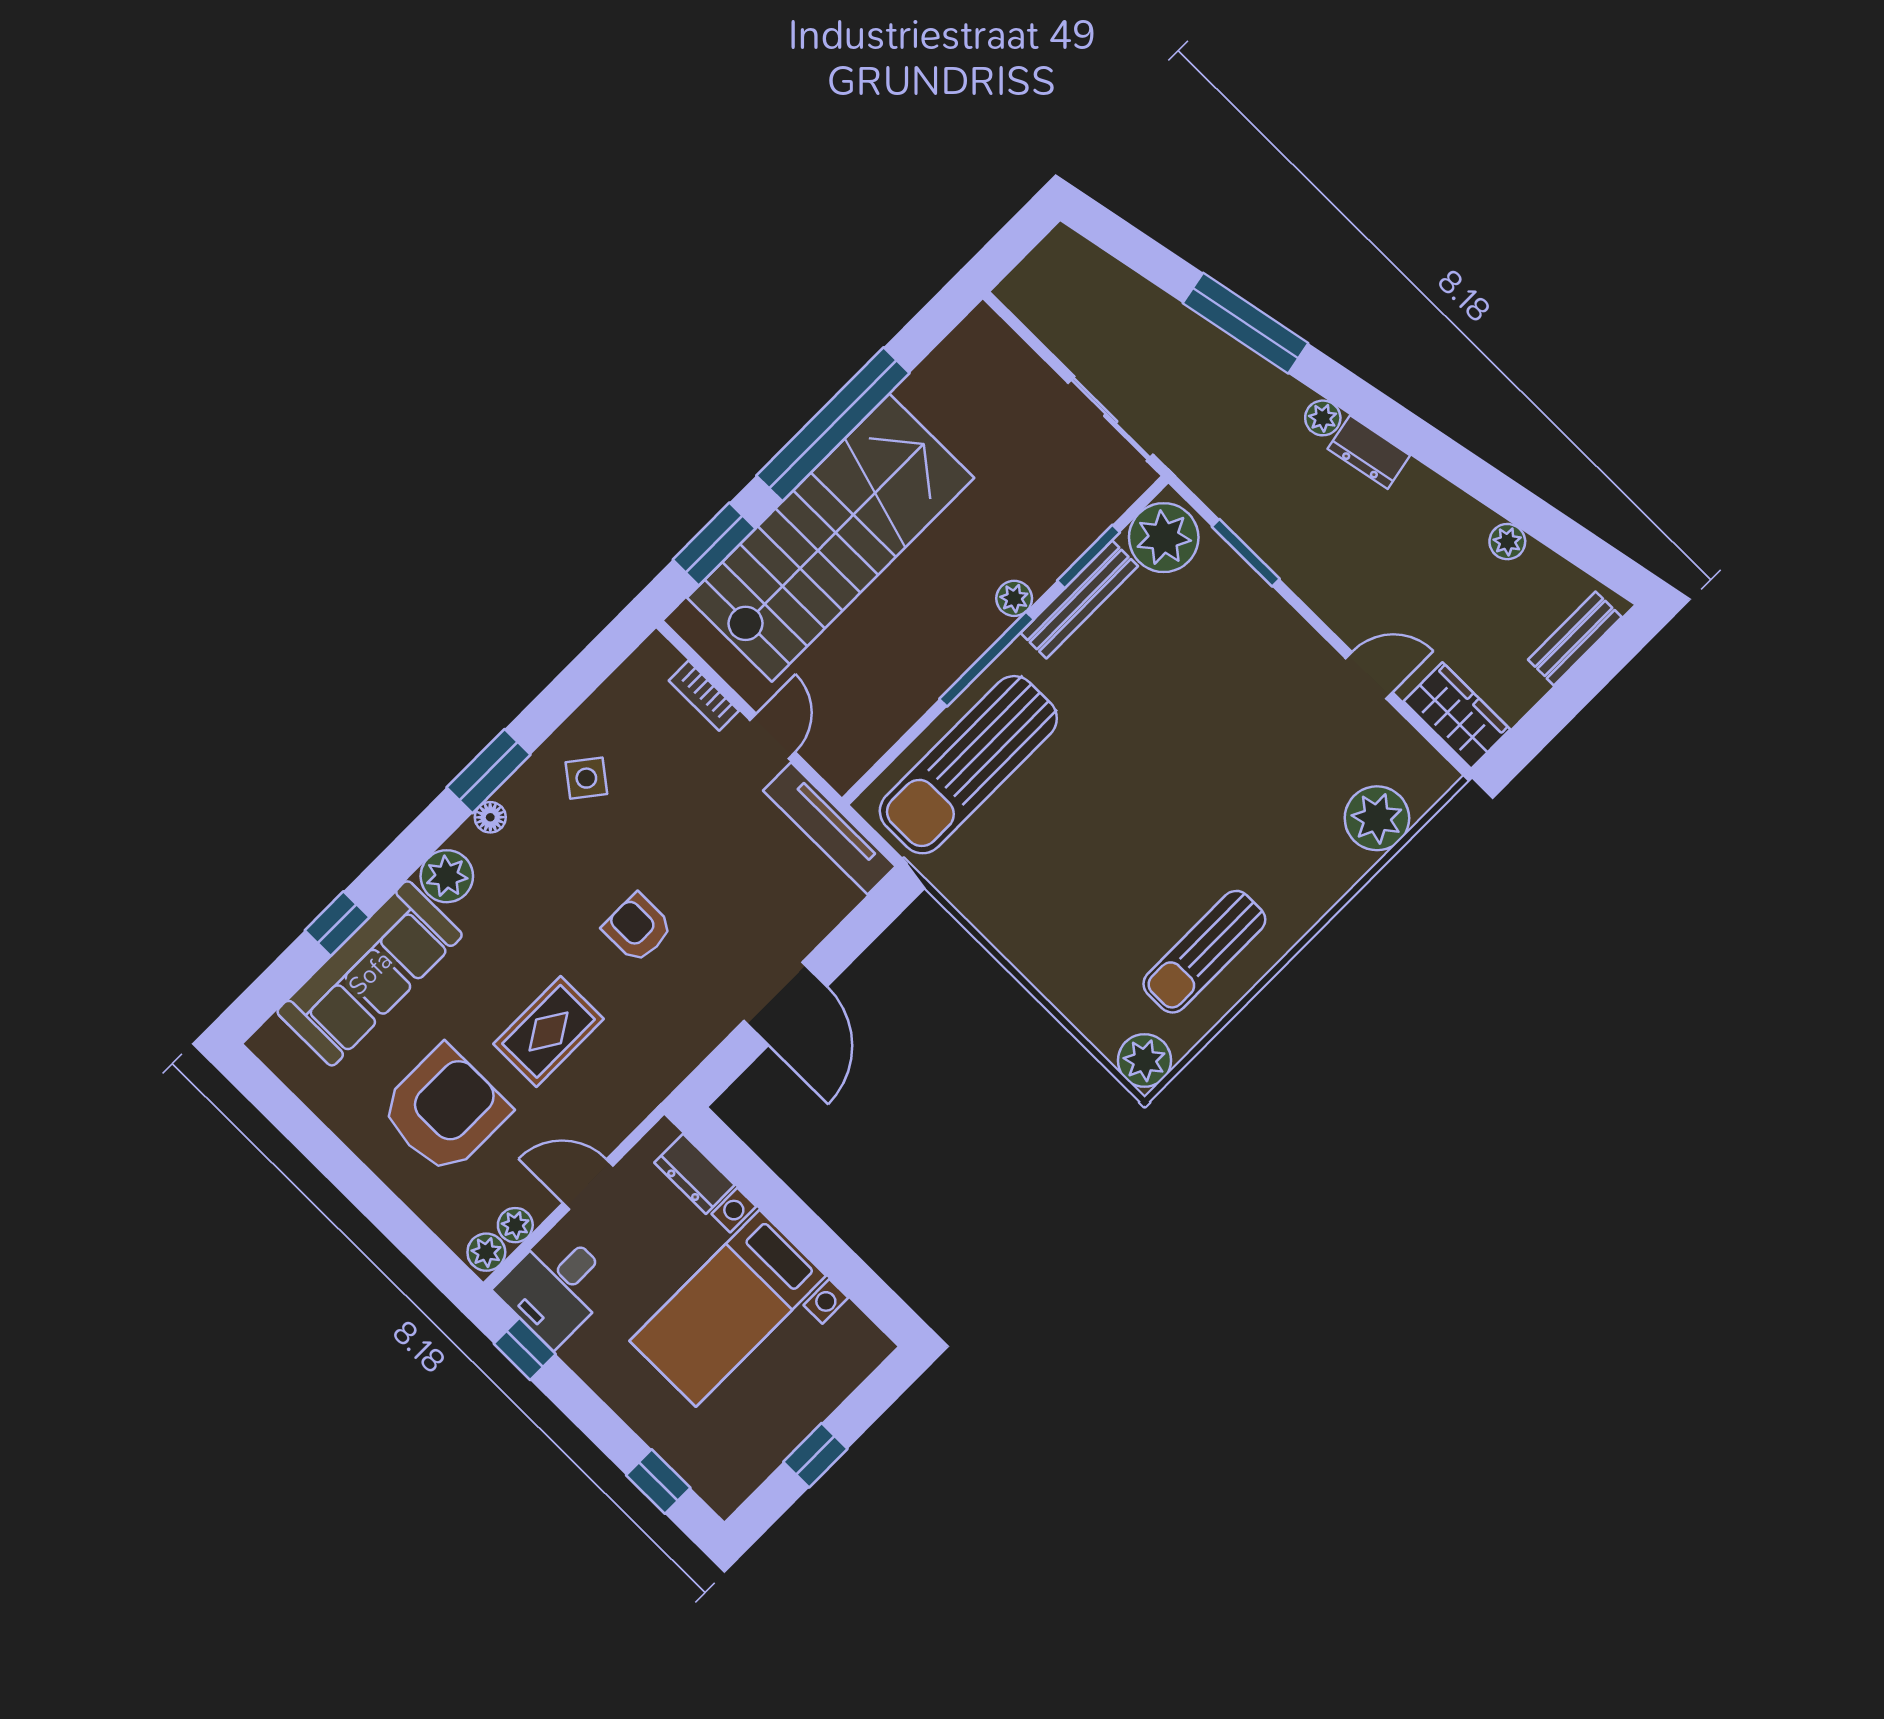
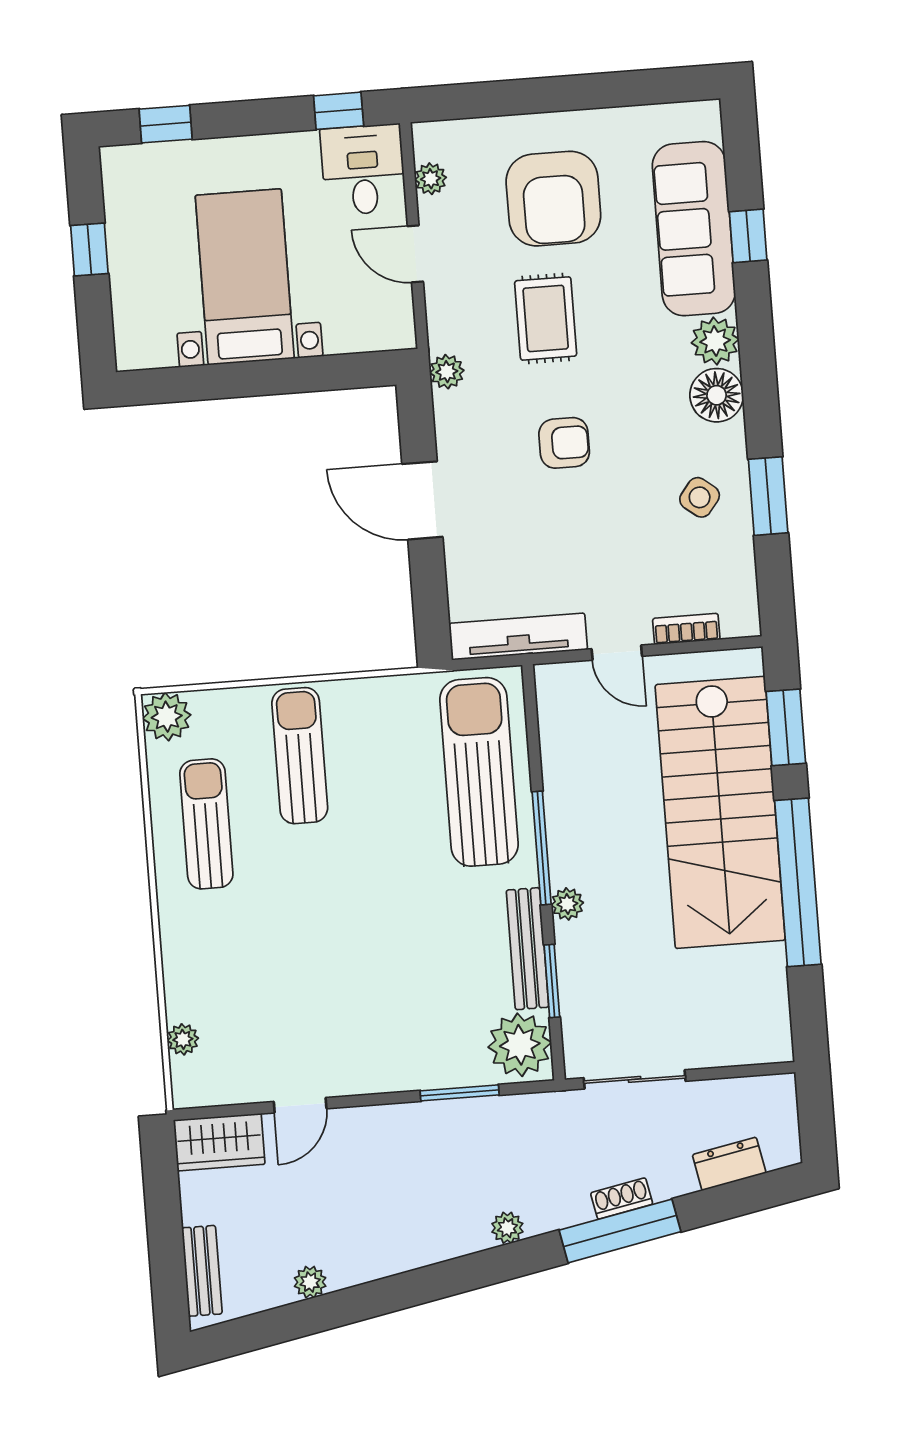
shoe rack: (1218, 345) -> (622, 1199), added
dresser: (1369, 452) -> (729, 1164), moved
window: (489, 771) -> (768, 496), moved
floor lamp: (490, 817) -> (717, 395), width x1.89, depth x1.89
plant: (1377, 818) -> (183, 1039), width x0.53, depth x0.53
sun lounger: (1082, 924) -> (300, 756), added
dresser: (694, 1174) -> (358, 335), removed
door: (588, 1184) -> (415, 254), swing flipped
plant: (486, 1252) -> (447, 372), moved

